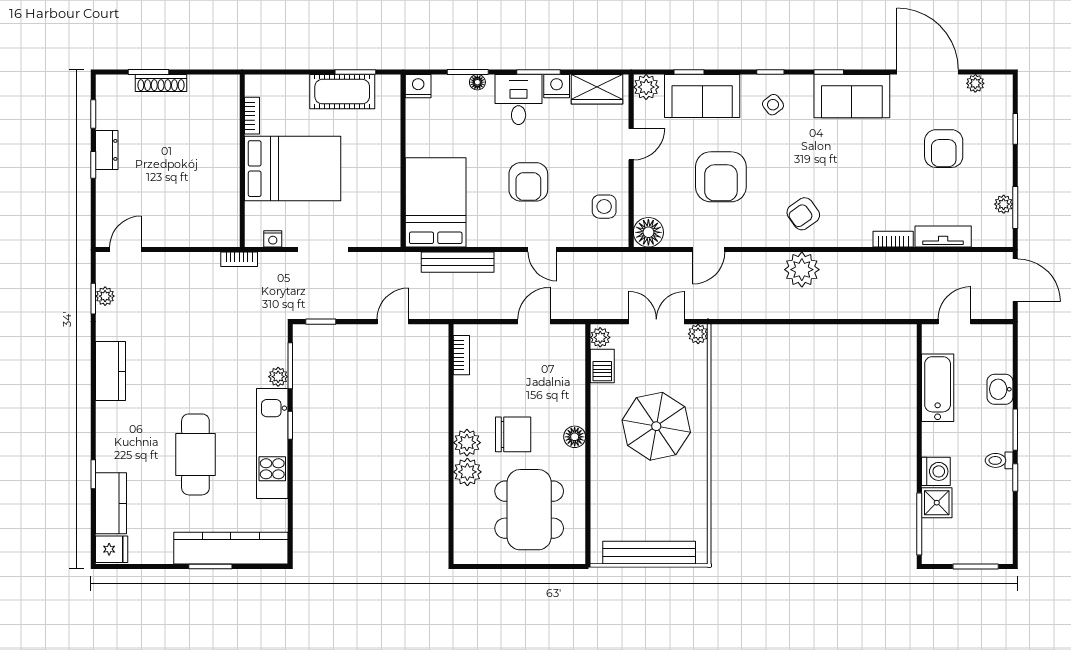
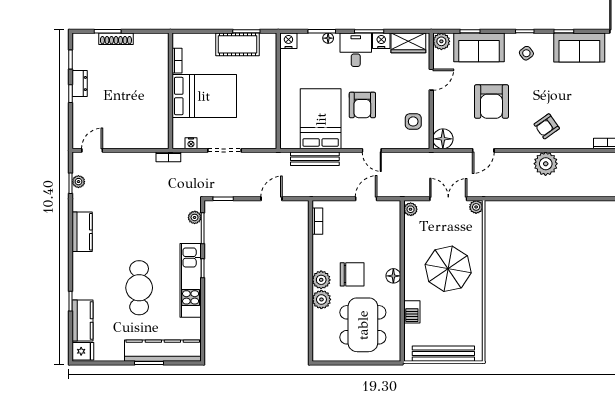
bed: (436, 202) -> (321, 119), moved
barbecue: (602, 366) -> (412, 312), moved
plant: (278, 377) -> (195, 217), moved

